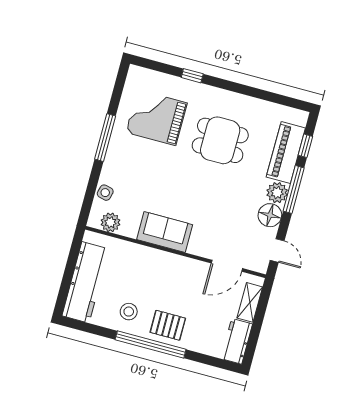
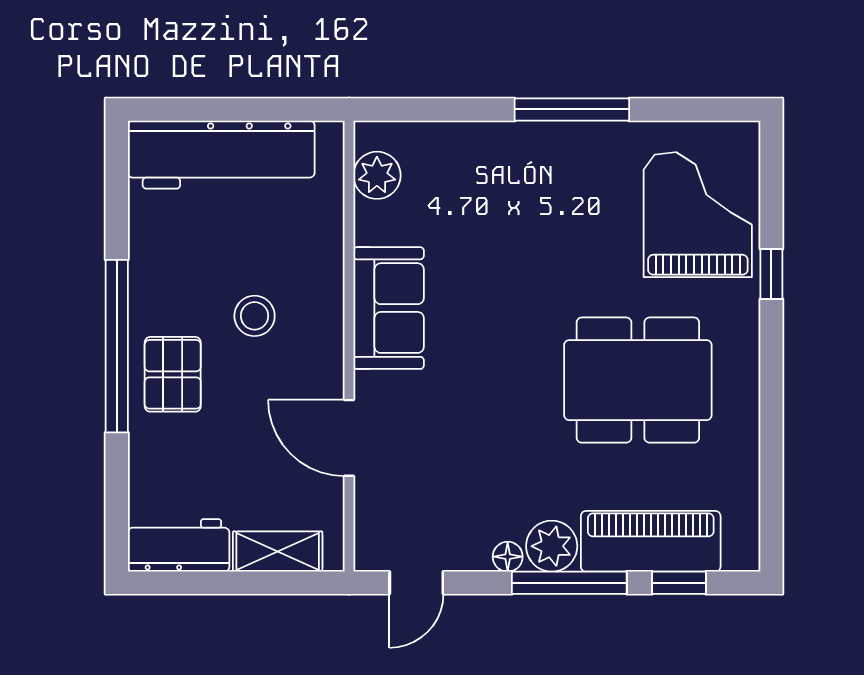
grand piano: (157, 118) -> (698, 215), moved
dining table: (220, 140) -> (638, 380), width x1.38
side table: (105, 193) -> (443, 144), removed
floor lamp: (270, 215) -> (508, 557), width x0.53, depth x0.53
door: (227, 266) -> (349, 438), moved
stool: (129, 312) -> (255, 316), moved

